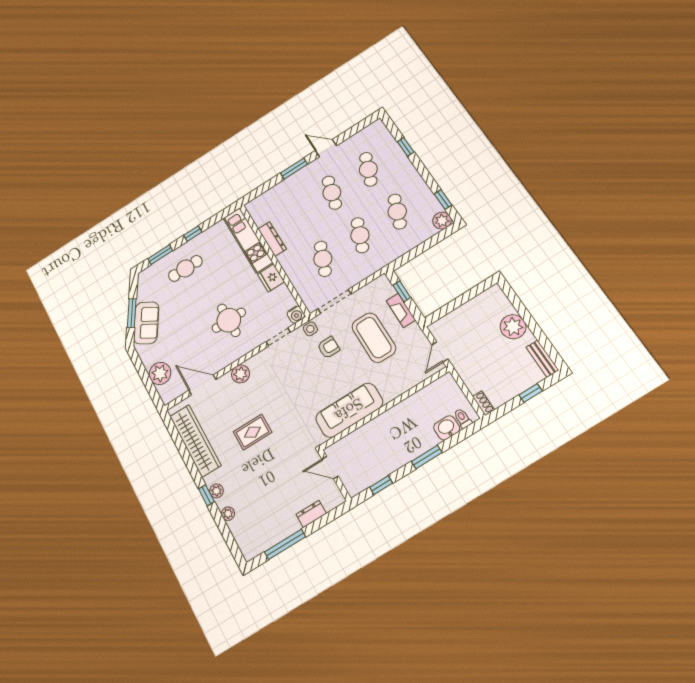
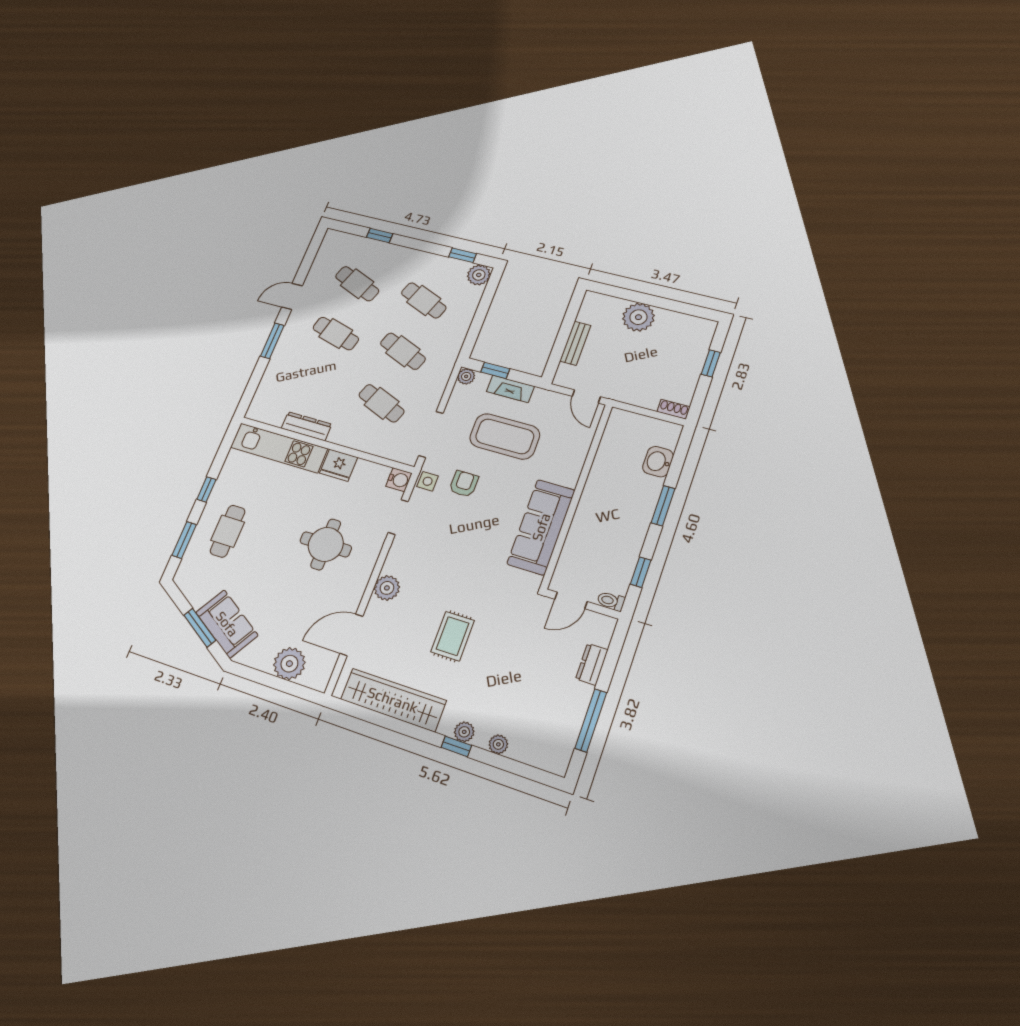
plant: (382, 281) -> (466, 376), added
bench: (542, 359) -> (575, 343), moved, turned 90
toilet: (463, 418) -> (611, 601), moved

